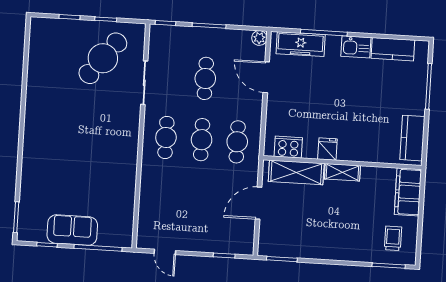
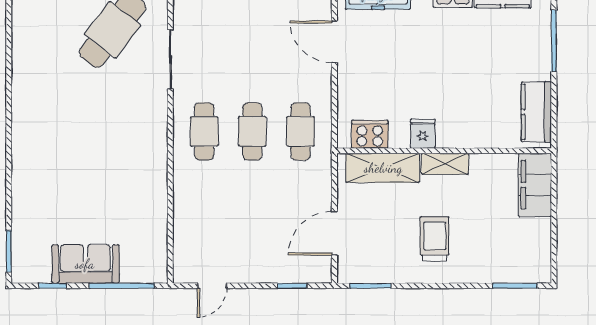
cafe table: (205, 78) -> (252, 49), removed
door: (259, 203) -> (334, 233), moved
trolley: (393, 238) -> (435, 239), moved, width x1.36, depth x1.39
door: (165, 252) -> (212, 286), hinge flipped

